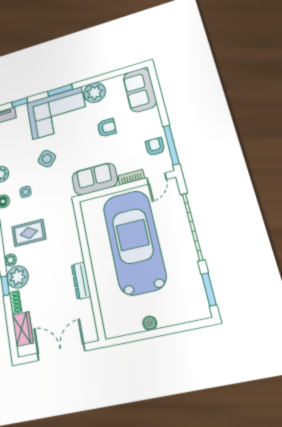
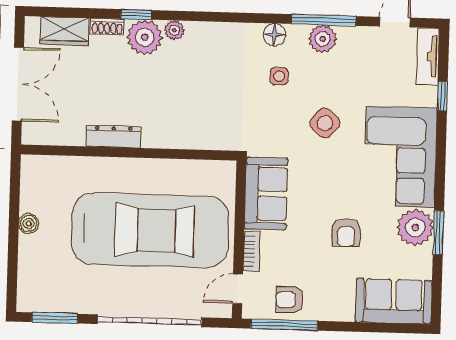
window: (60, 90) -> (438, 233), moved
armchair: (155, 147) -> (289, 300), turned 180
door: (157, 179) -> (238, 289), hinge flipped
rug: (29, 233) -> (210, 69), removed

